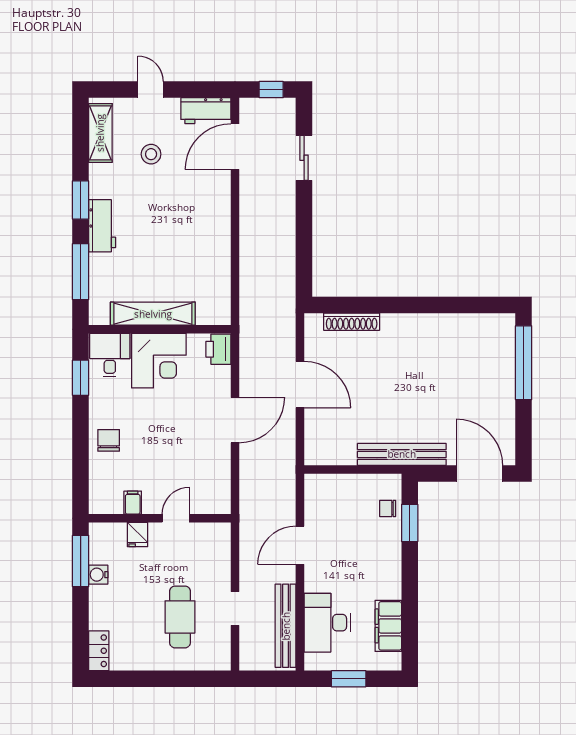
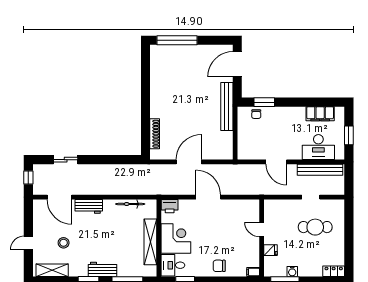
workbench: (206, 111) -> (89, 206), moved, turned 90
bicycle: (222, 277) -> (130, 204), added
filing cabinet: (133, 503) -> (253, 272), moved

